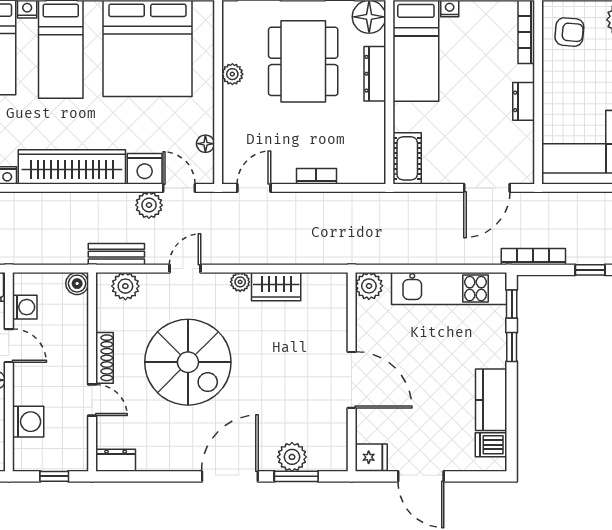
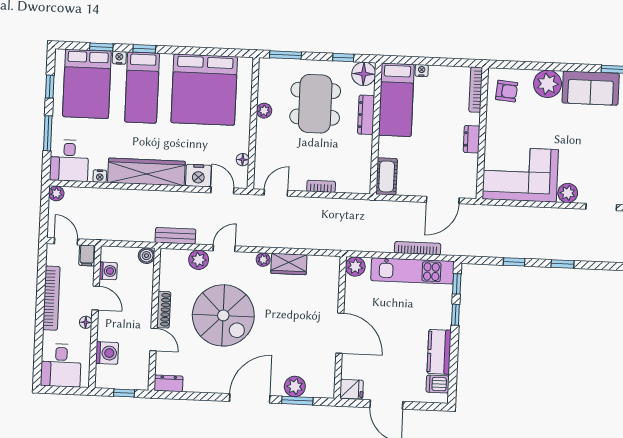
plant: (149, 205) -> (200, 202), removed
bookcase: (533, 257) -> (418, 248), moved
plant: (125, 286) -> (199, 260), moved

